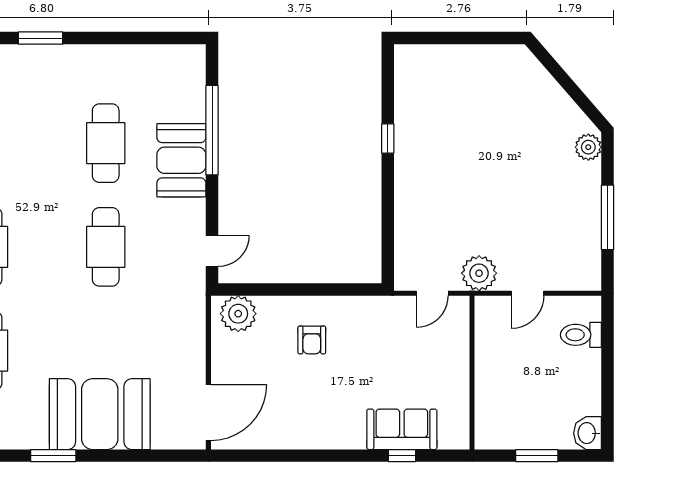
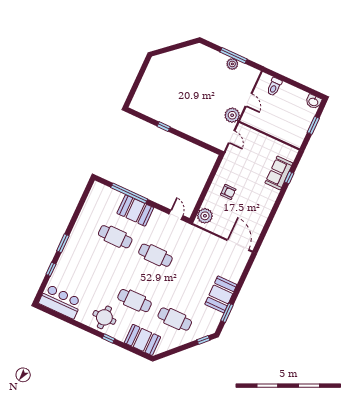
plant: (588, 147) -> (232, 64), moved
booth: (100, 414) -> (221, 294), width x0.73, depth x0.70

